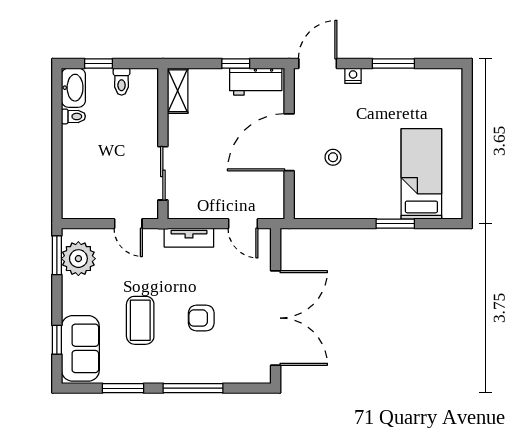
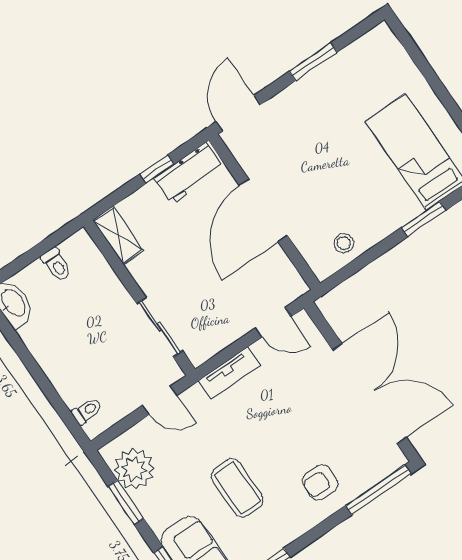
window: (98, 64) -> (21, 262), removed
nightstand: (353, 76) -> (281, 101), removed
toilet: (73, 116) -> (87, 411), moved
stool: (333, 157) -> (344, 243), moved
window: (57, 255) -> (126, 502), moved
armchair: (201, 318) -> (320, 482), moved
window: (193, 388) -> (378, 490), moved

